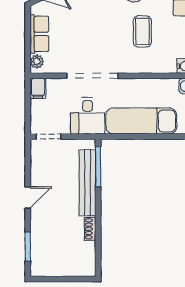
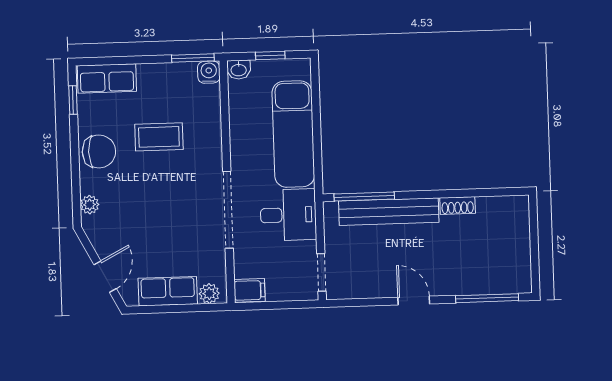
window: (28, 246) -> (487, 298), width x1.44

